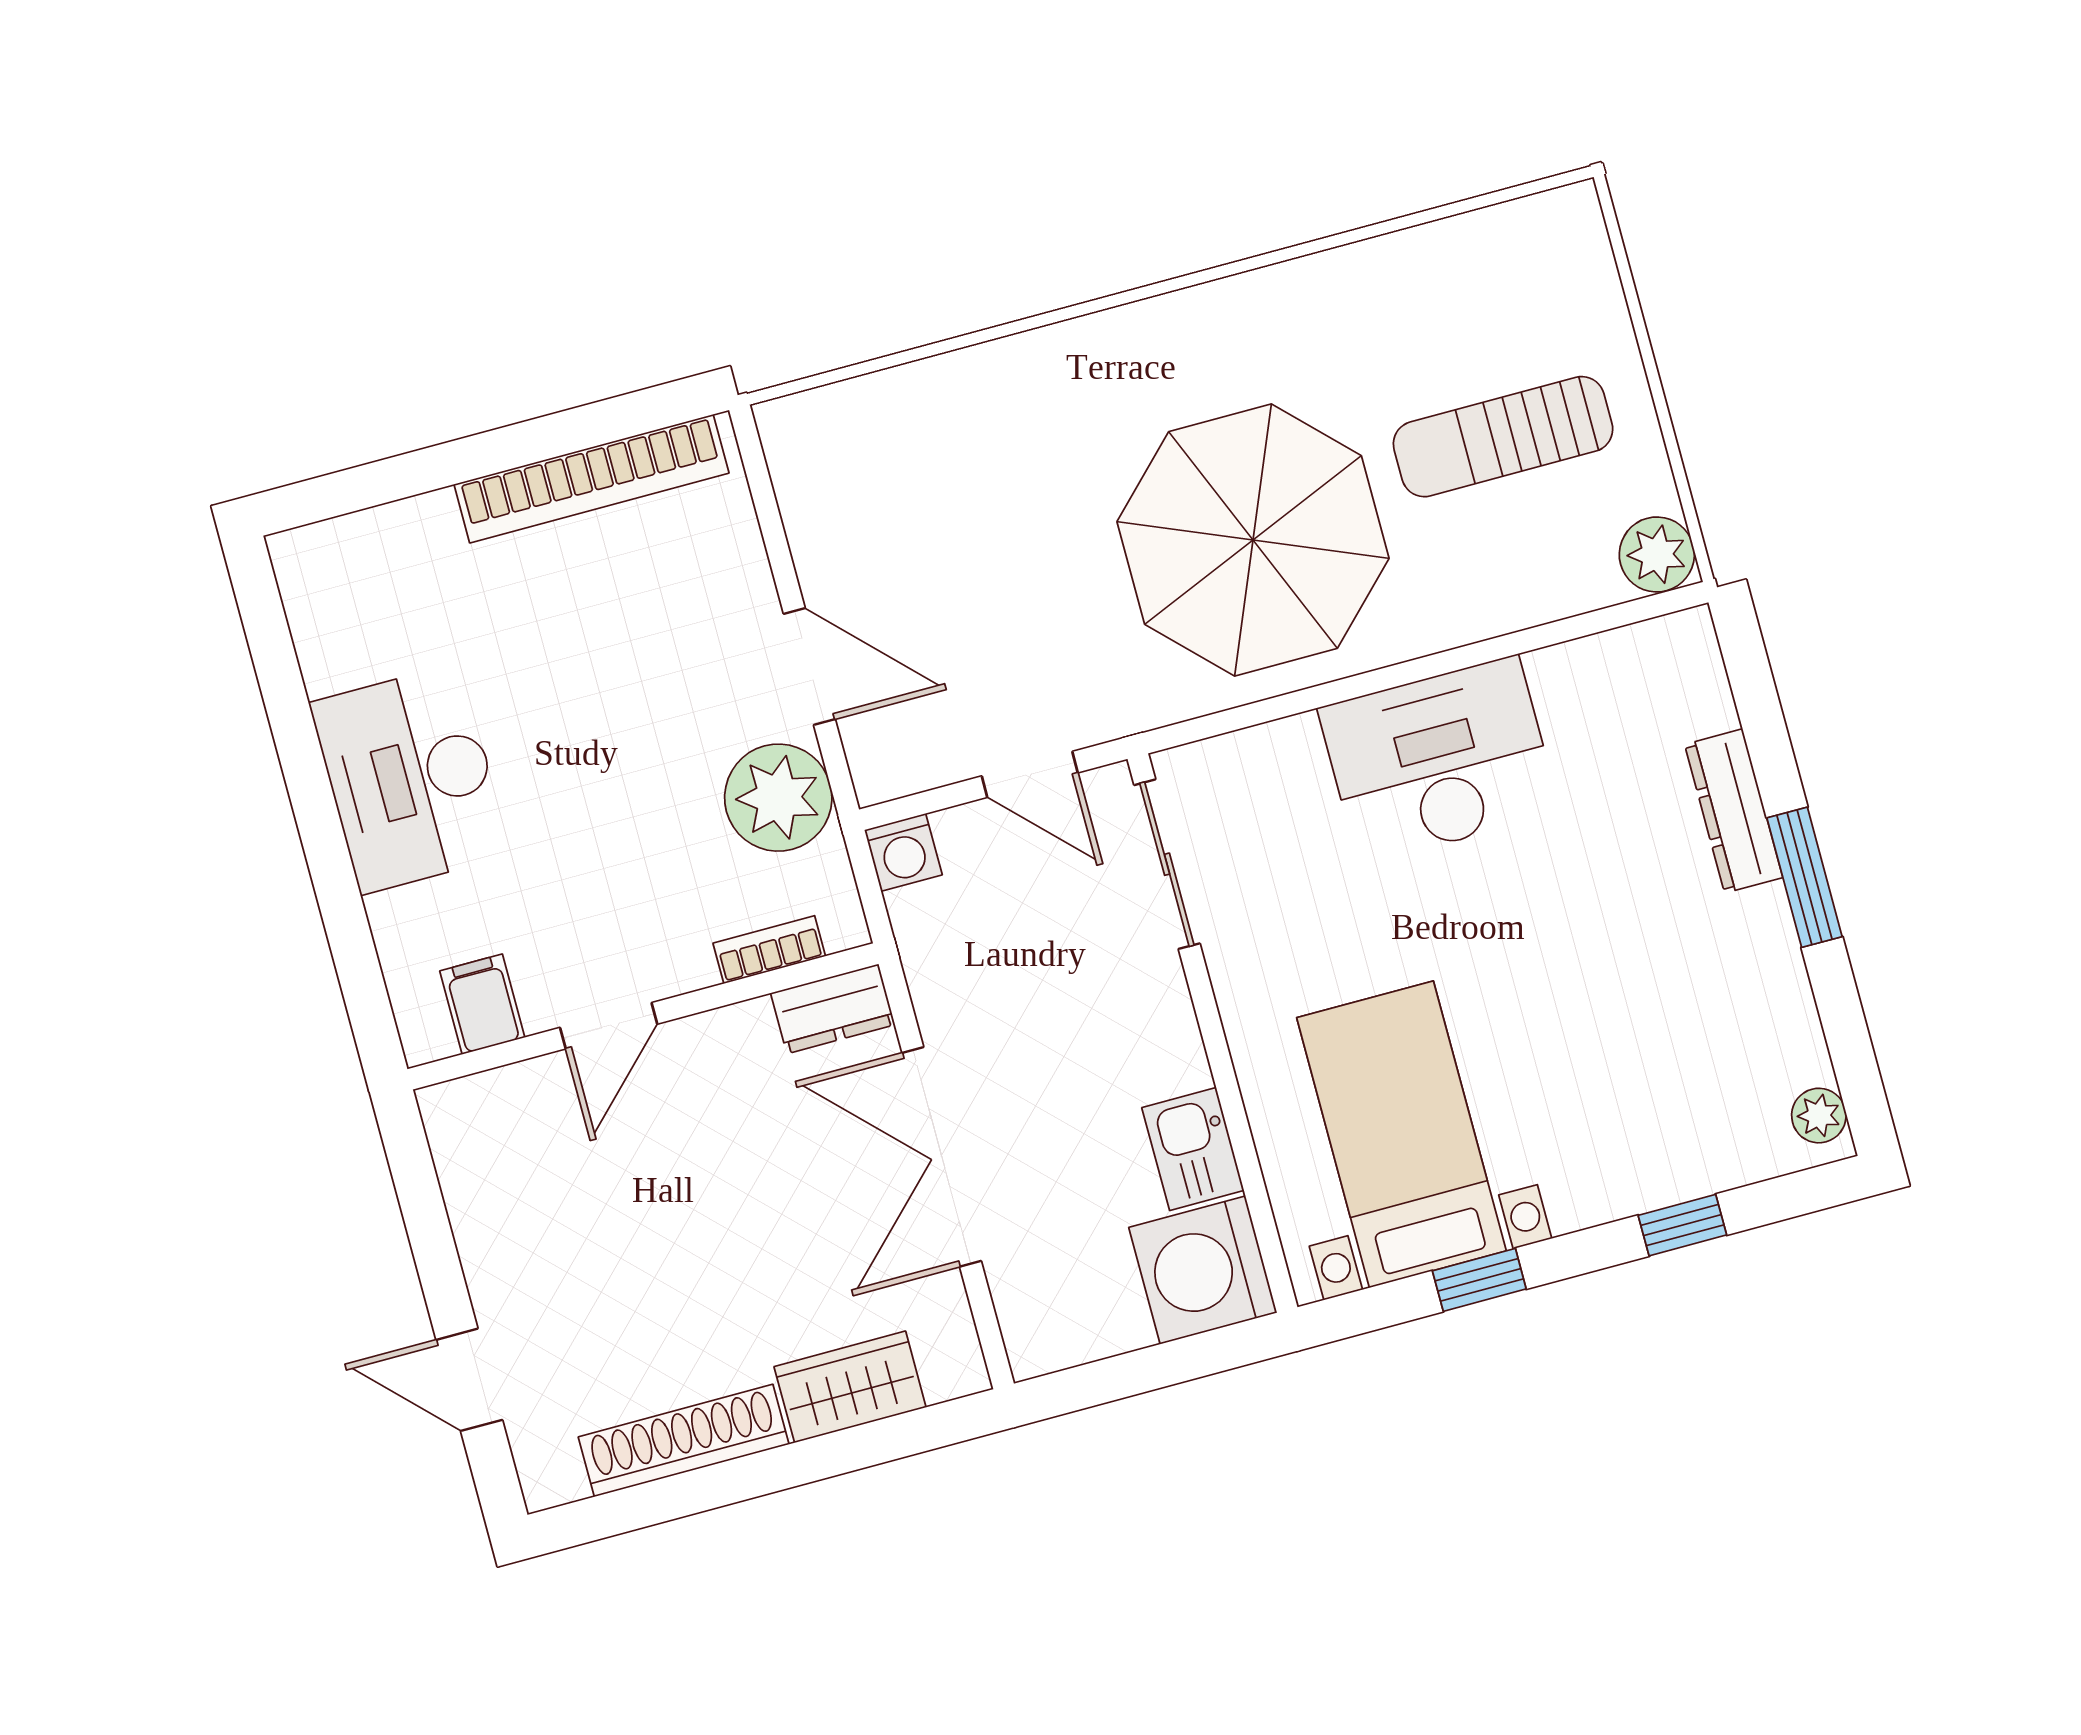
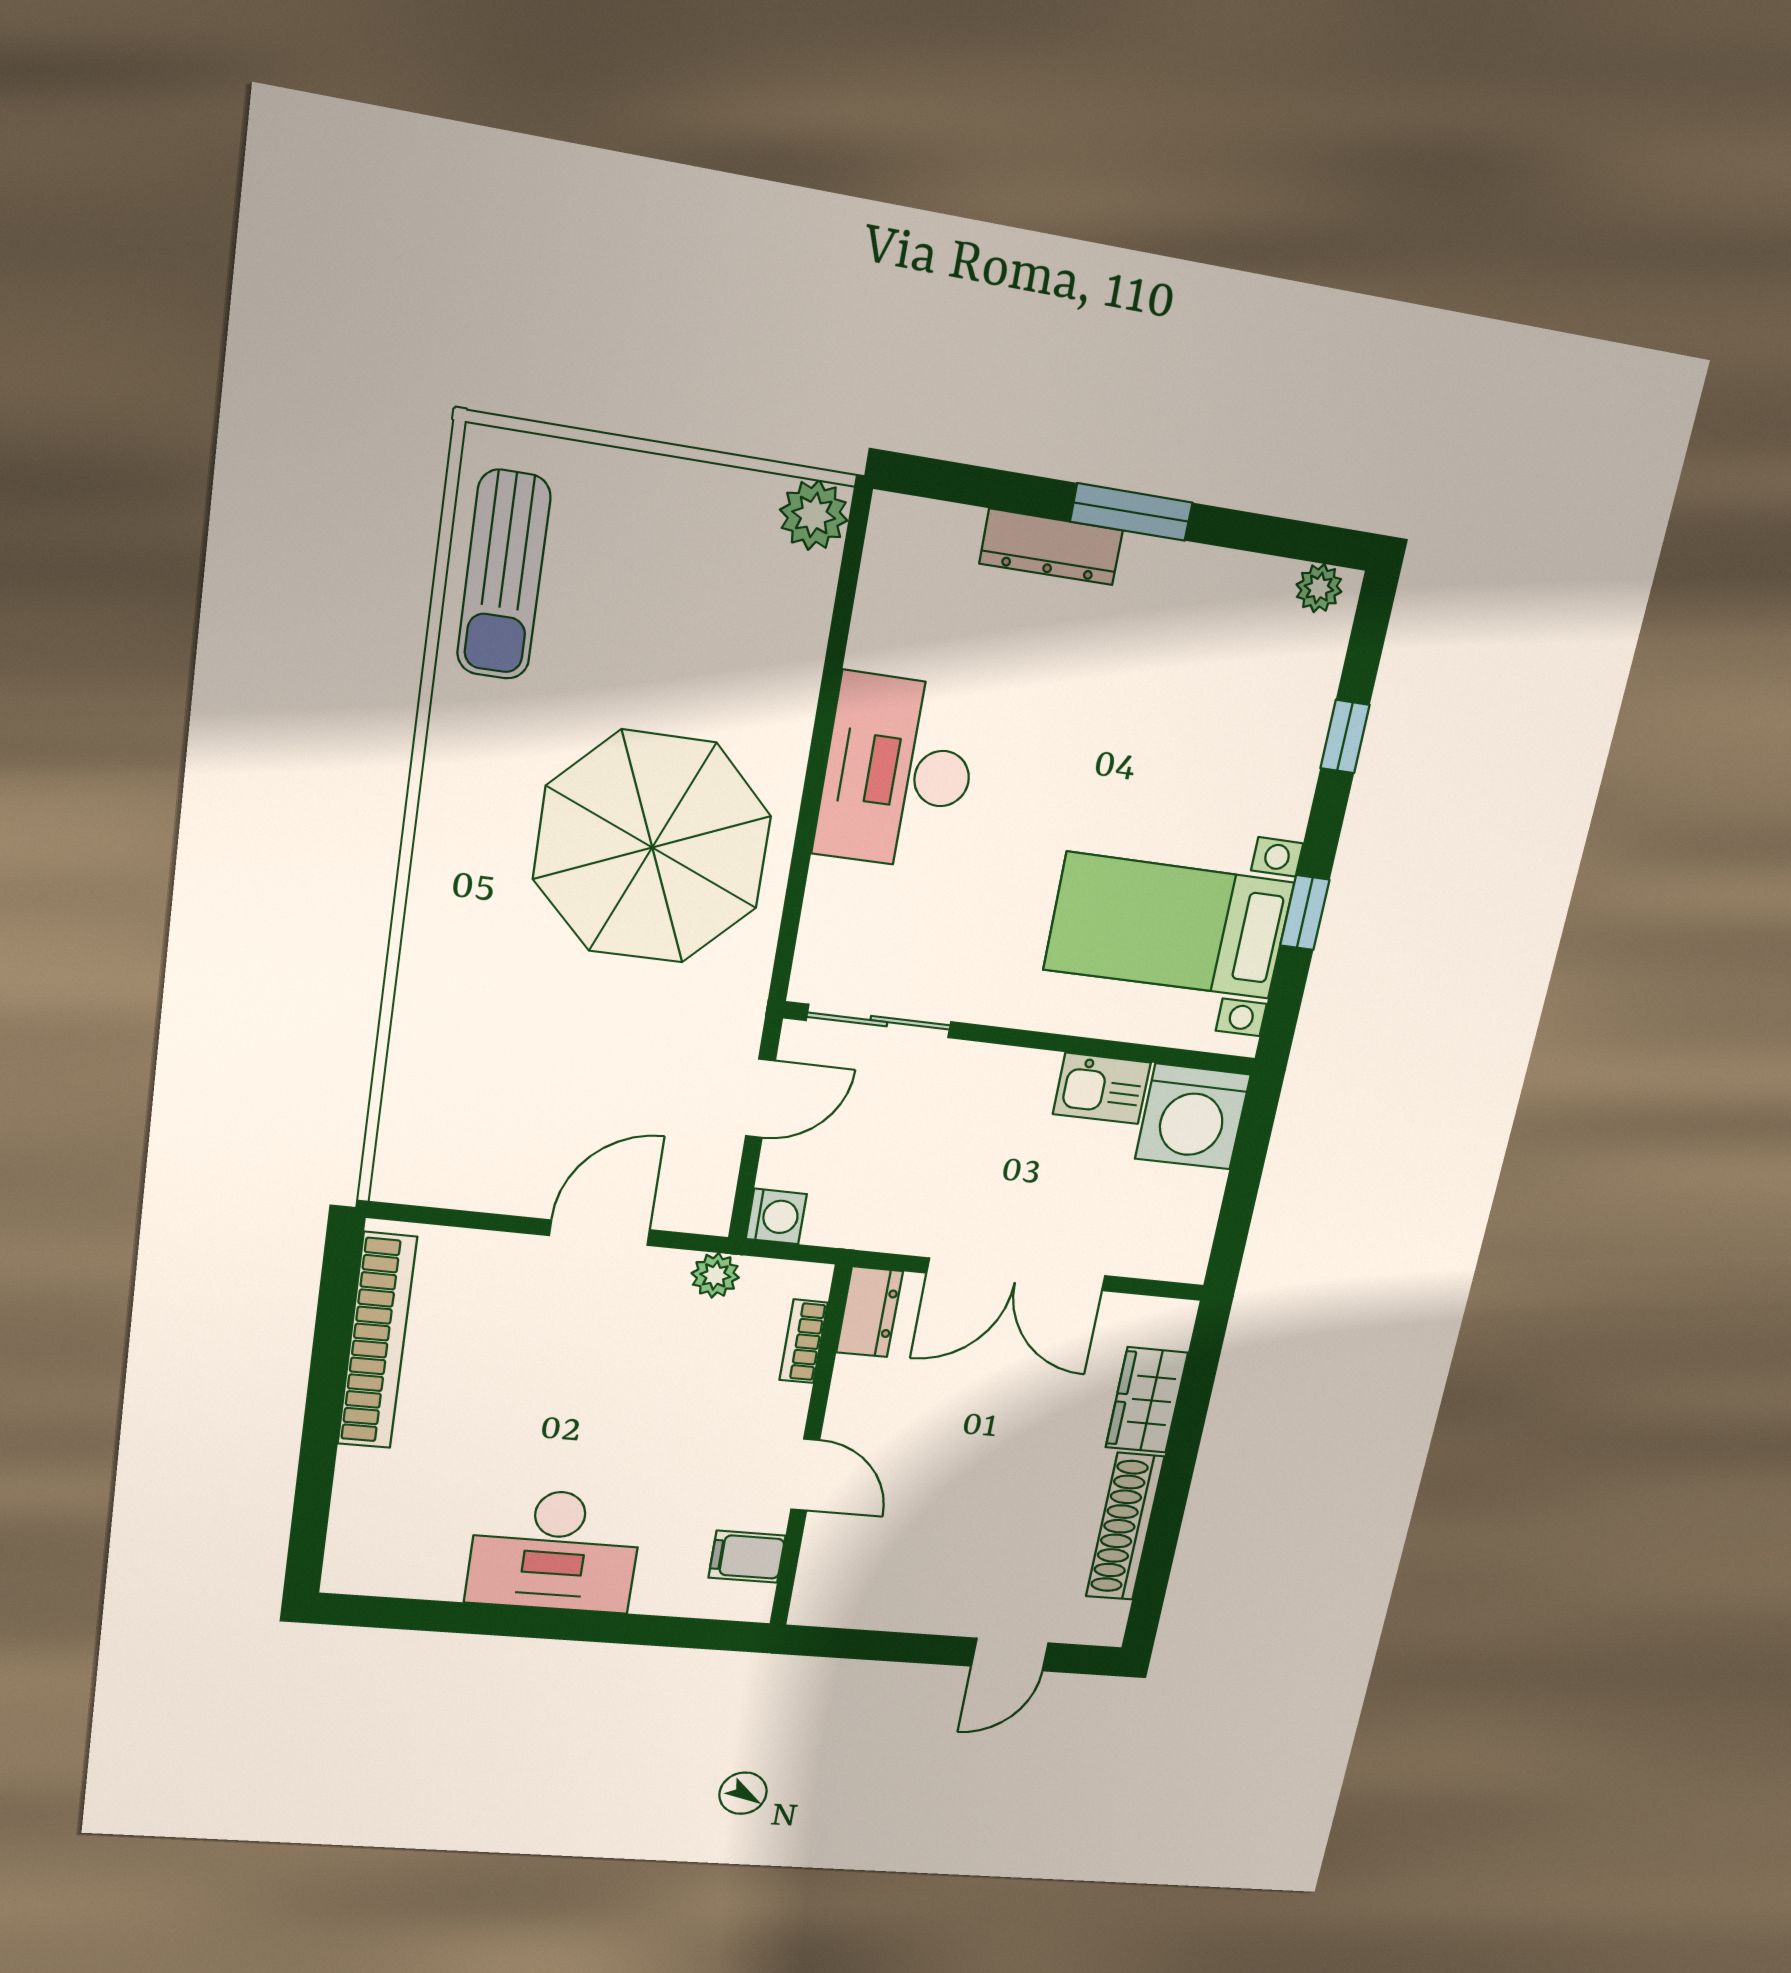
sun lounger: (1503, 437) -> (504, 575), moved
plant: (778, 798) -> (715, 1275), width x0.53, depth x0.53

